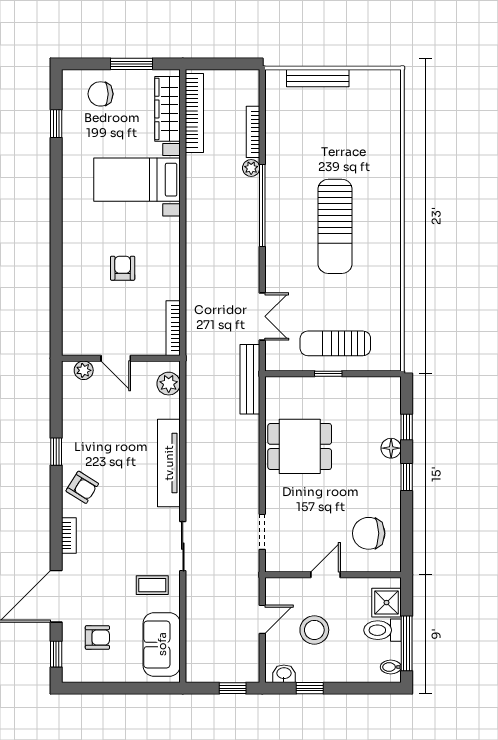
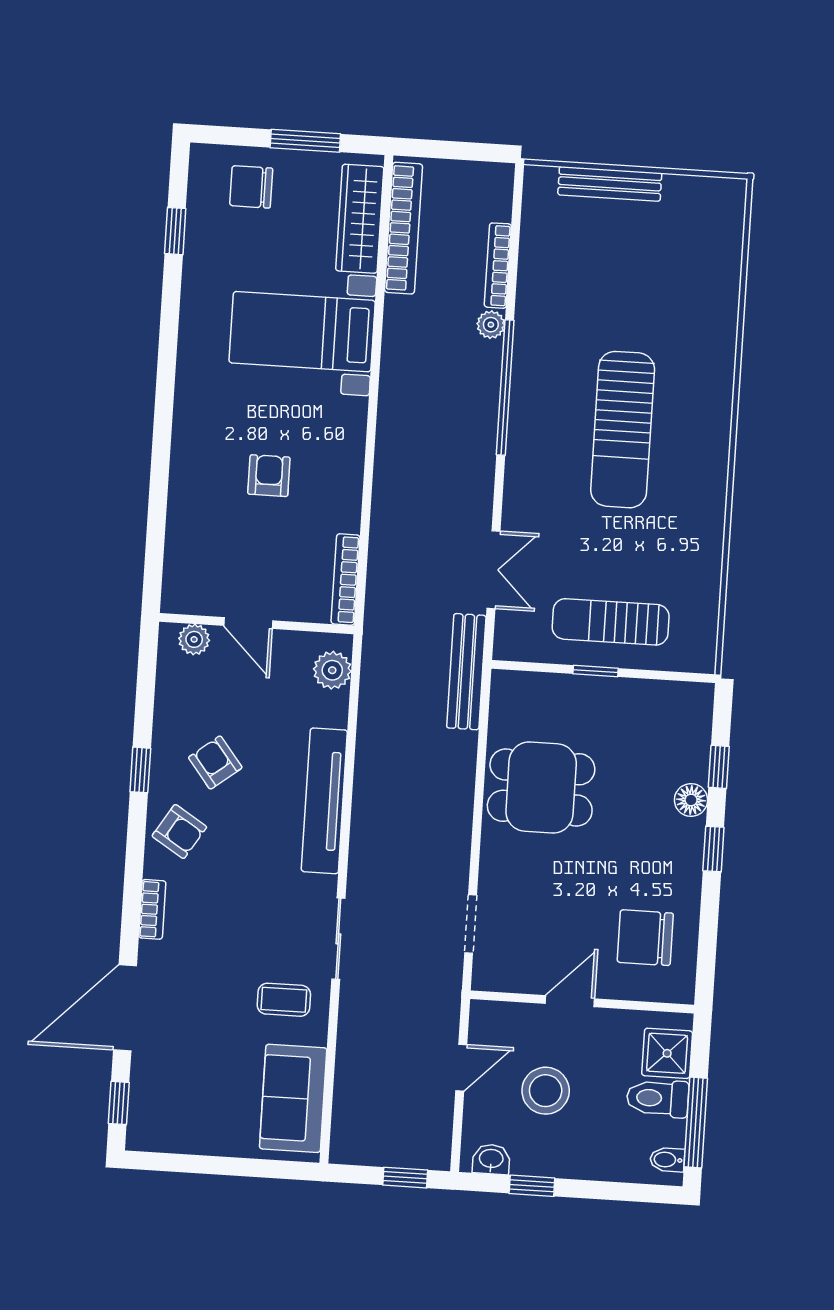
armchair: (97, 637) -> (215, 762), moved, turned -128

